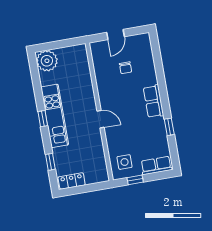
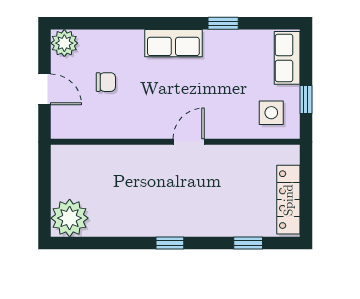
plant: (143, 41) -> (64, 43), added
kitchen unit: (55, 116) -> (169, 221), removed
locker: (72, 181) -> (288, 200), width x1.53

